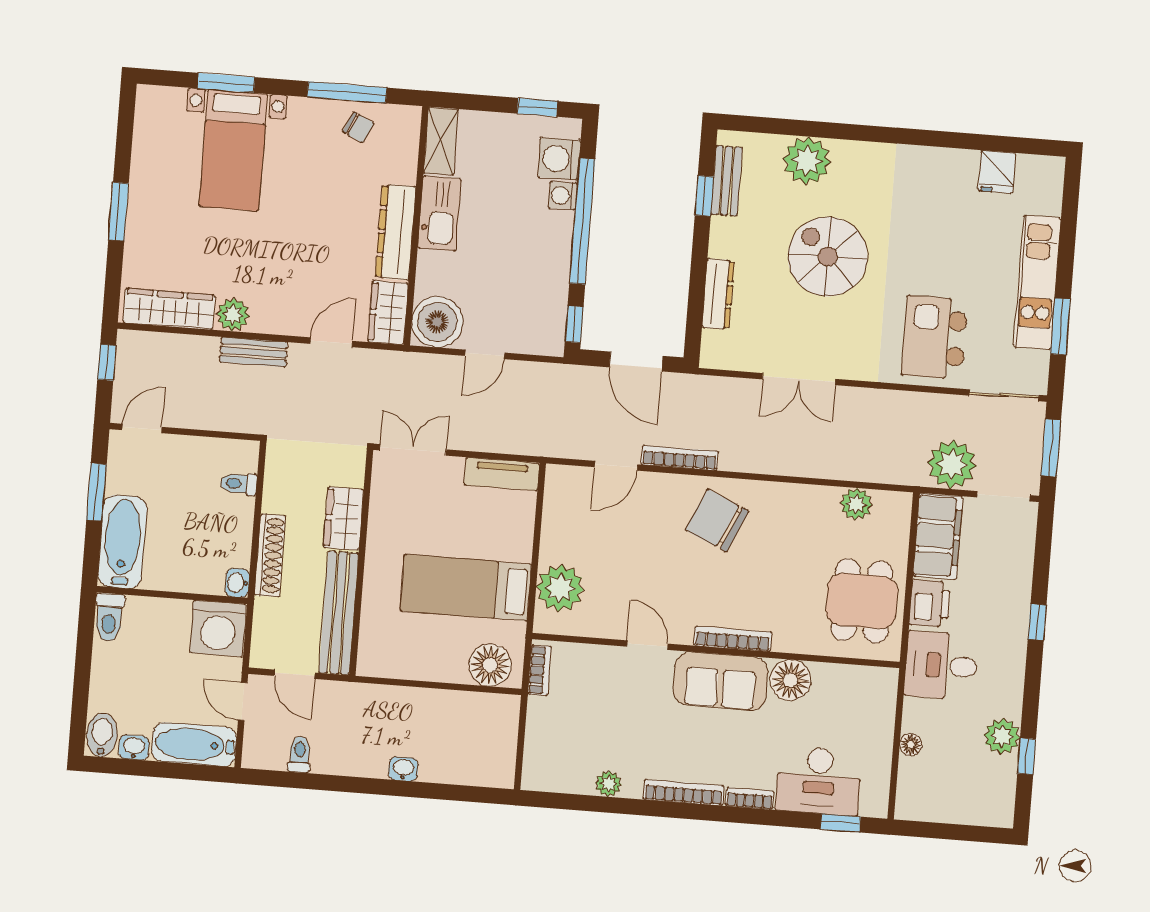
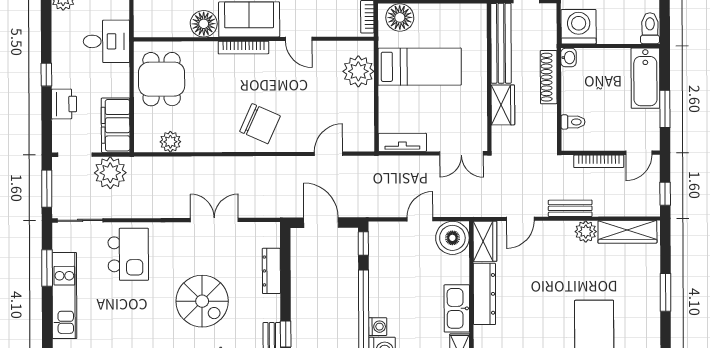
bookcase: (680, 458) -> (599, 161), moved
printer: (930, 603) -> (64, 104), moved, turned 180

